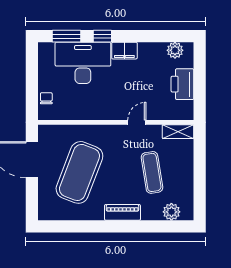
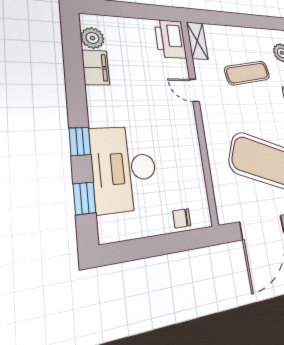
window: (67, 36) -> (84, 198), width x0.67
filing cabinet: (124, 51) -> (96, 68), moved
printer: (182, 84) -> (170, 39), moved, turned 90

